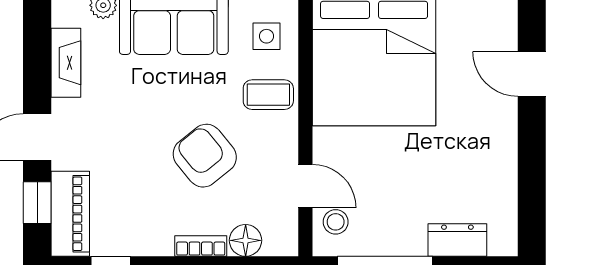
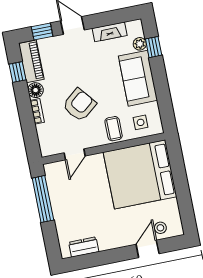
piano: (70, 214) -> (31, 61), moved, turned -90
stool: (336, 222) -> (160, 228), moved
floor lamp: (246, 240) -> (36, 90), moved
dresser: (457, 240) -> (84, 247), moved, turned -90

